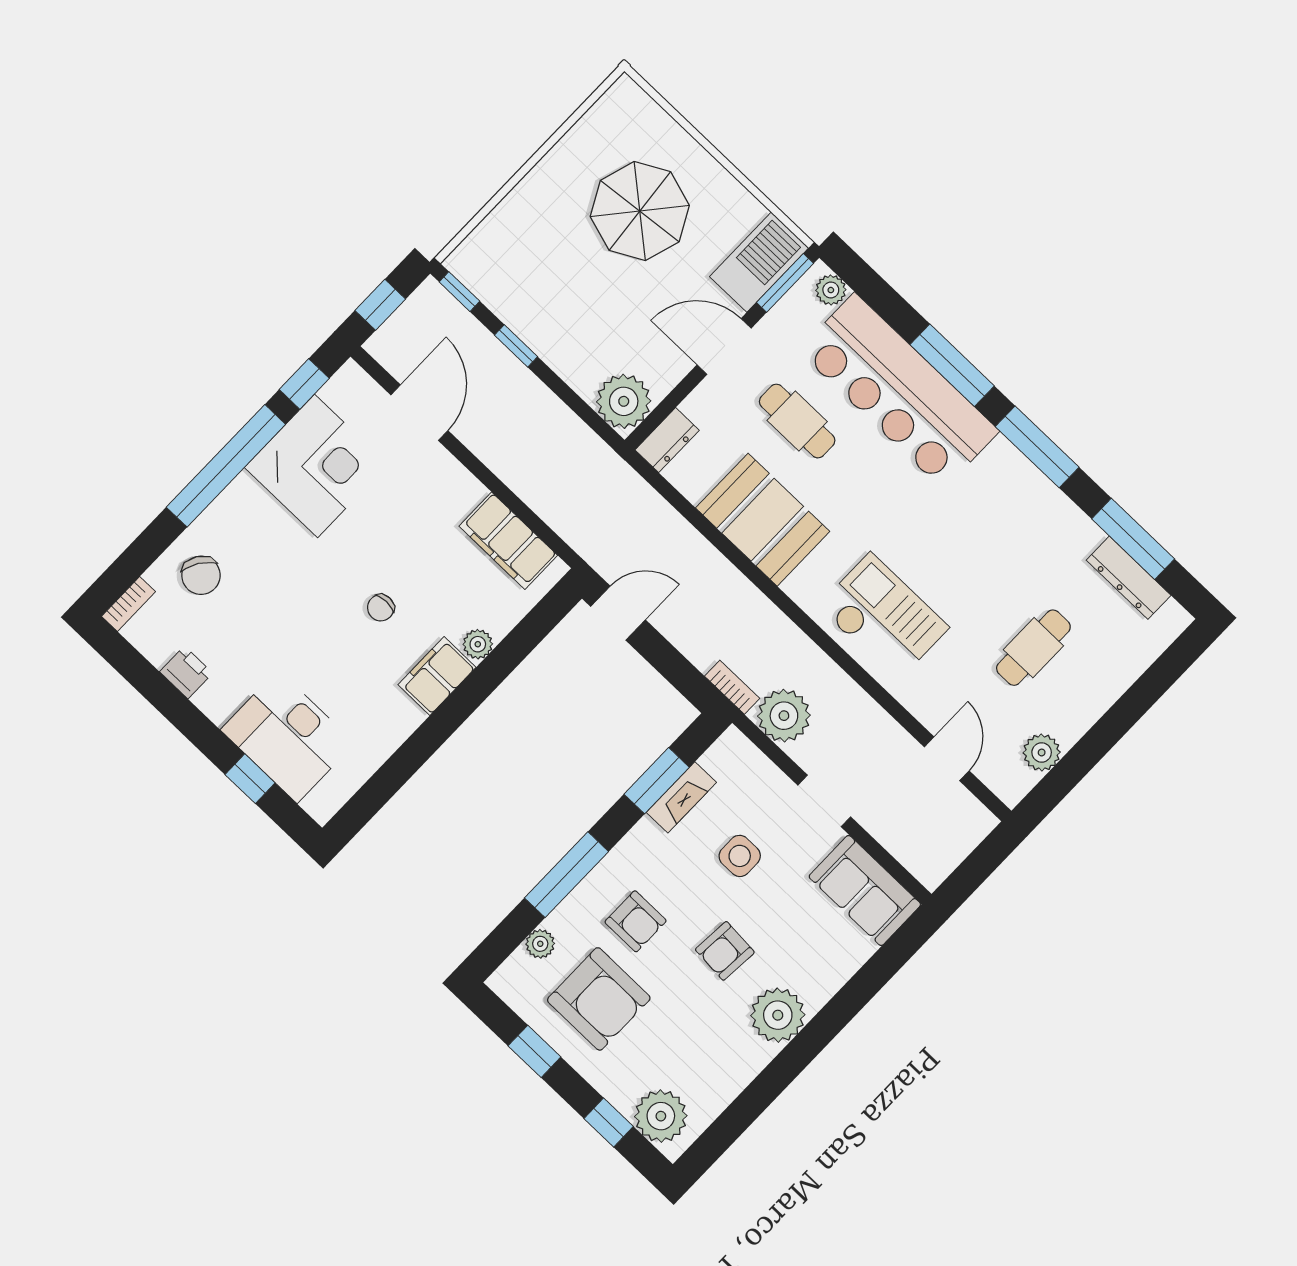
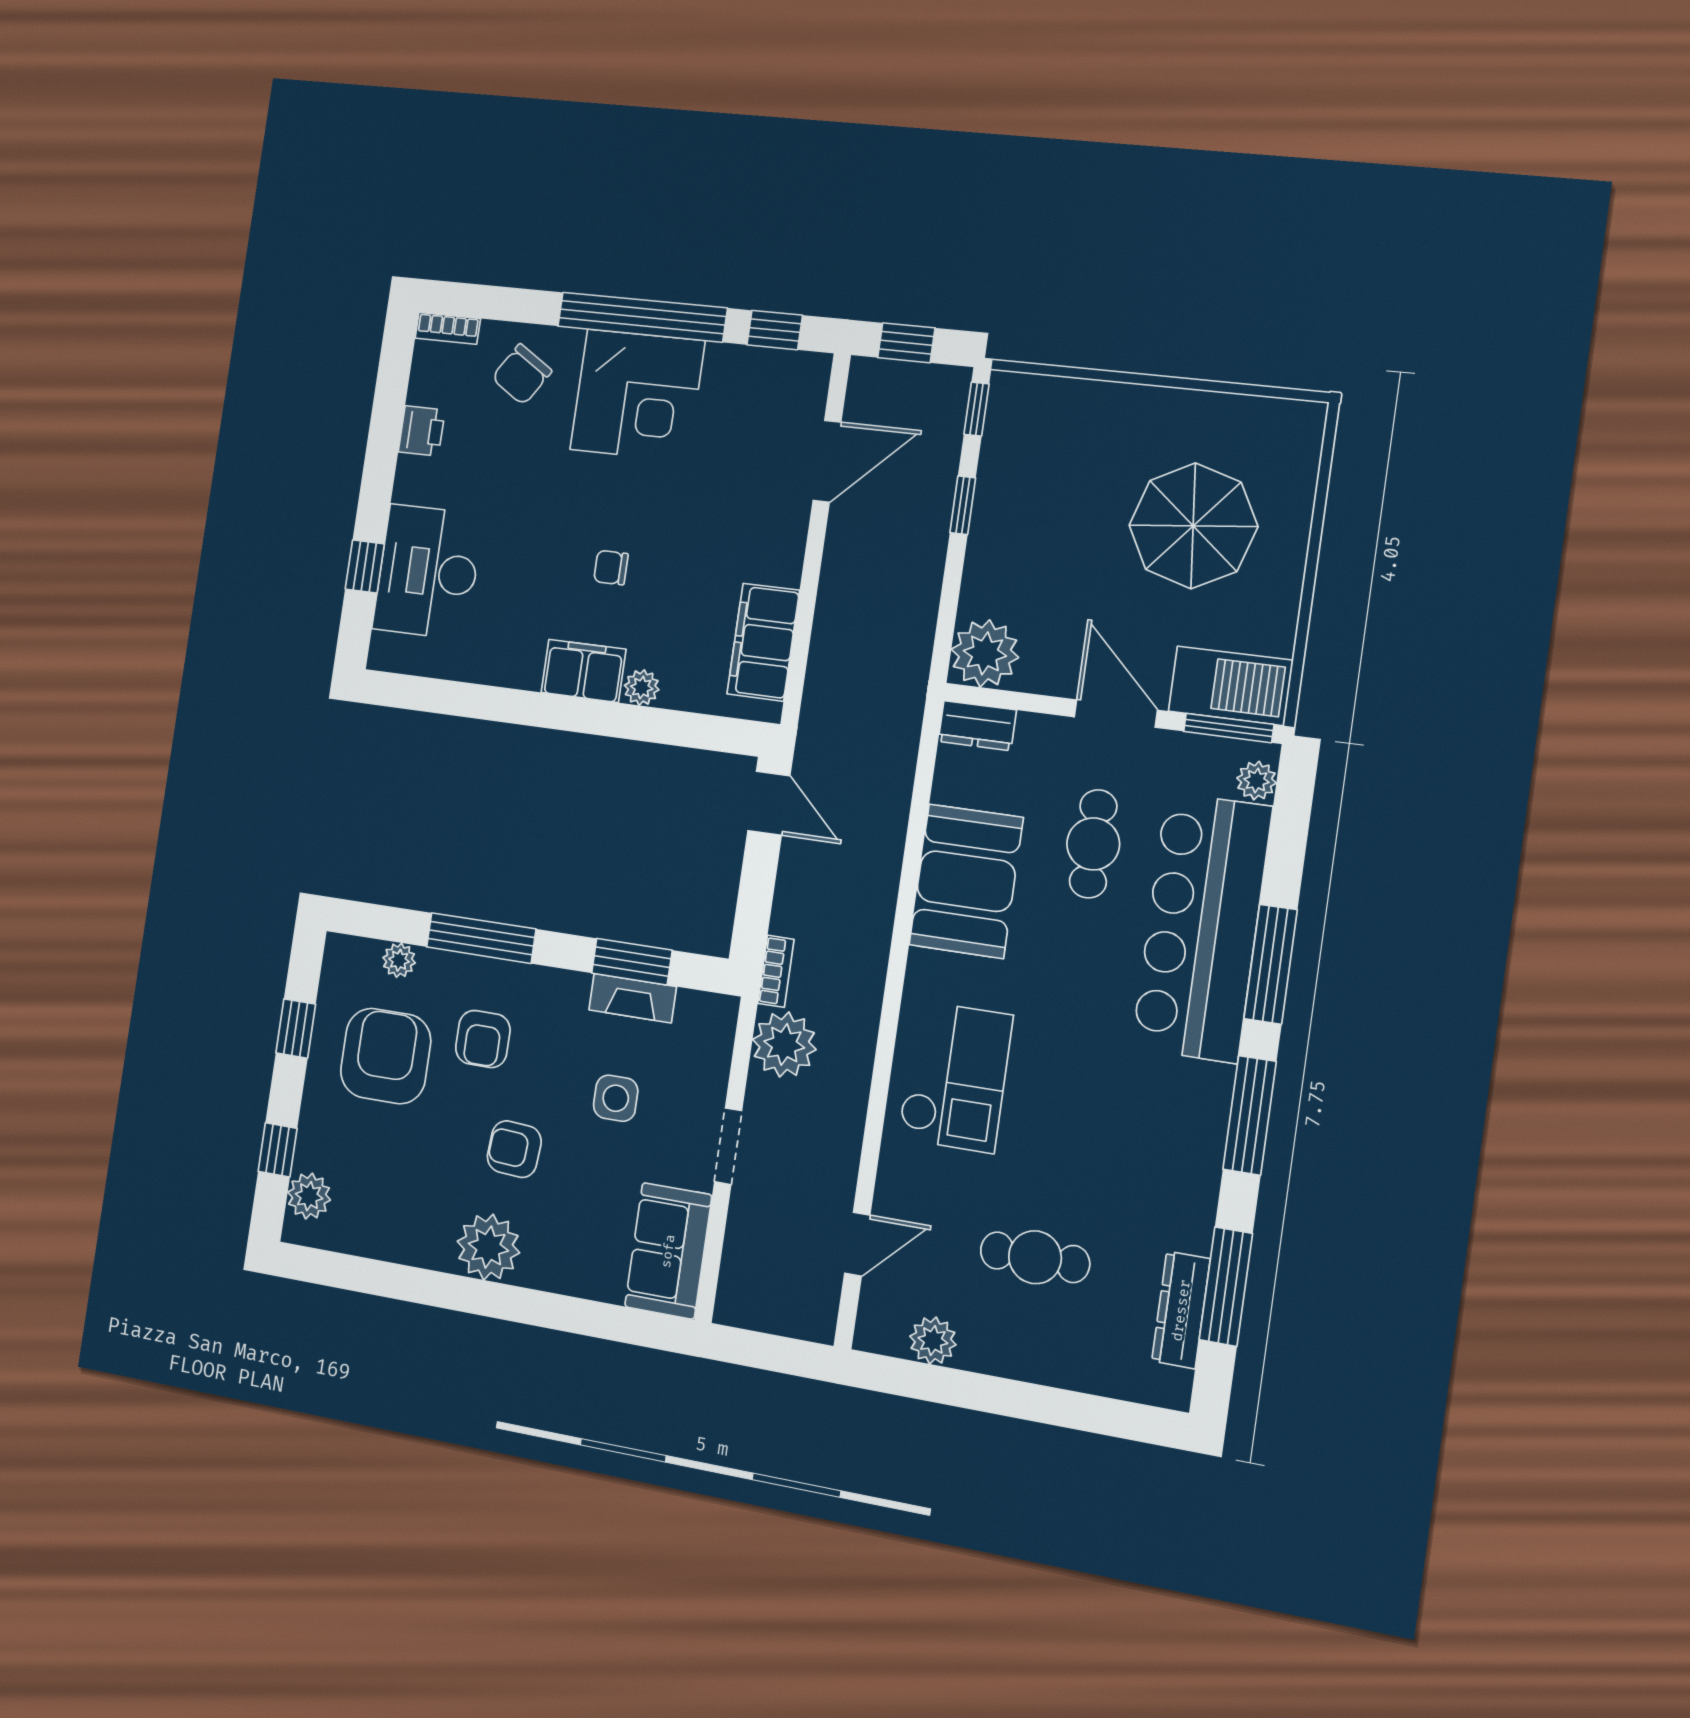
corner desk: (316, 466) -> (637, 395), moved
armchair: (599, 999) -> (386, 1056), turned 180
plant: (661, 1116) -> (309, 1196), width x0.73, depth x0.73

